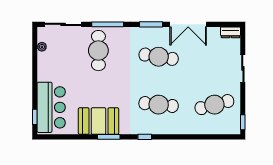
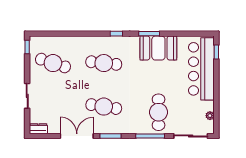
cafe table: (214, 105) -> (53, 63), turned 33
bar counter: (51, 107) -> (201, 69), width x1.36

